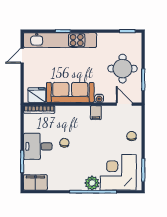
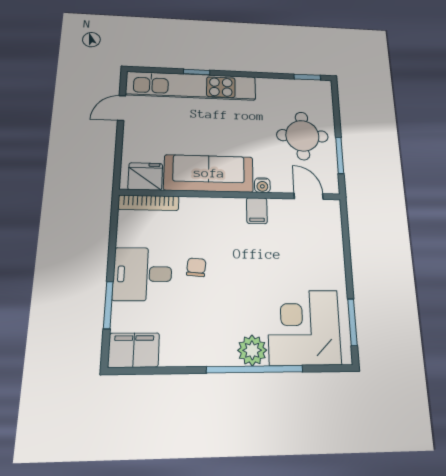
chair: (131, 136) -> (325, 255), removed

